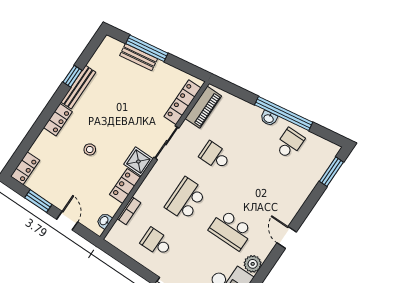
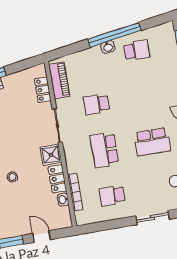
locker: (183, 102) -> (43, 90), width x0.66
school desk: (289, 143) -> (137, 50), turned 90
bookcase: (129, 211) -> (75, 192), width x1.56
washbasin: (104, 221) -> (63, 200), moved

